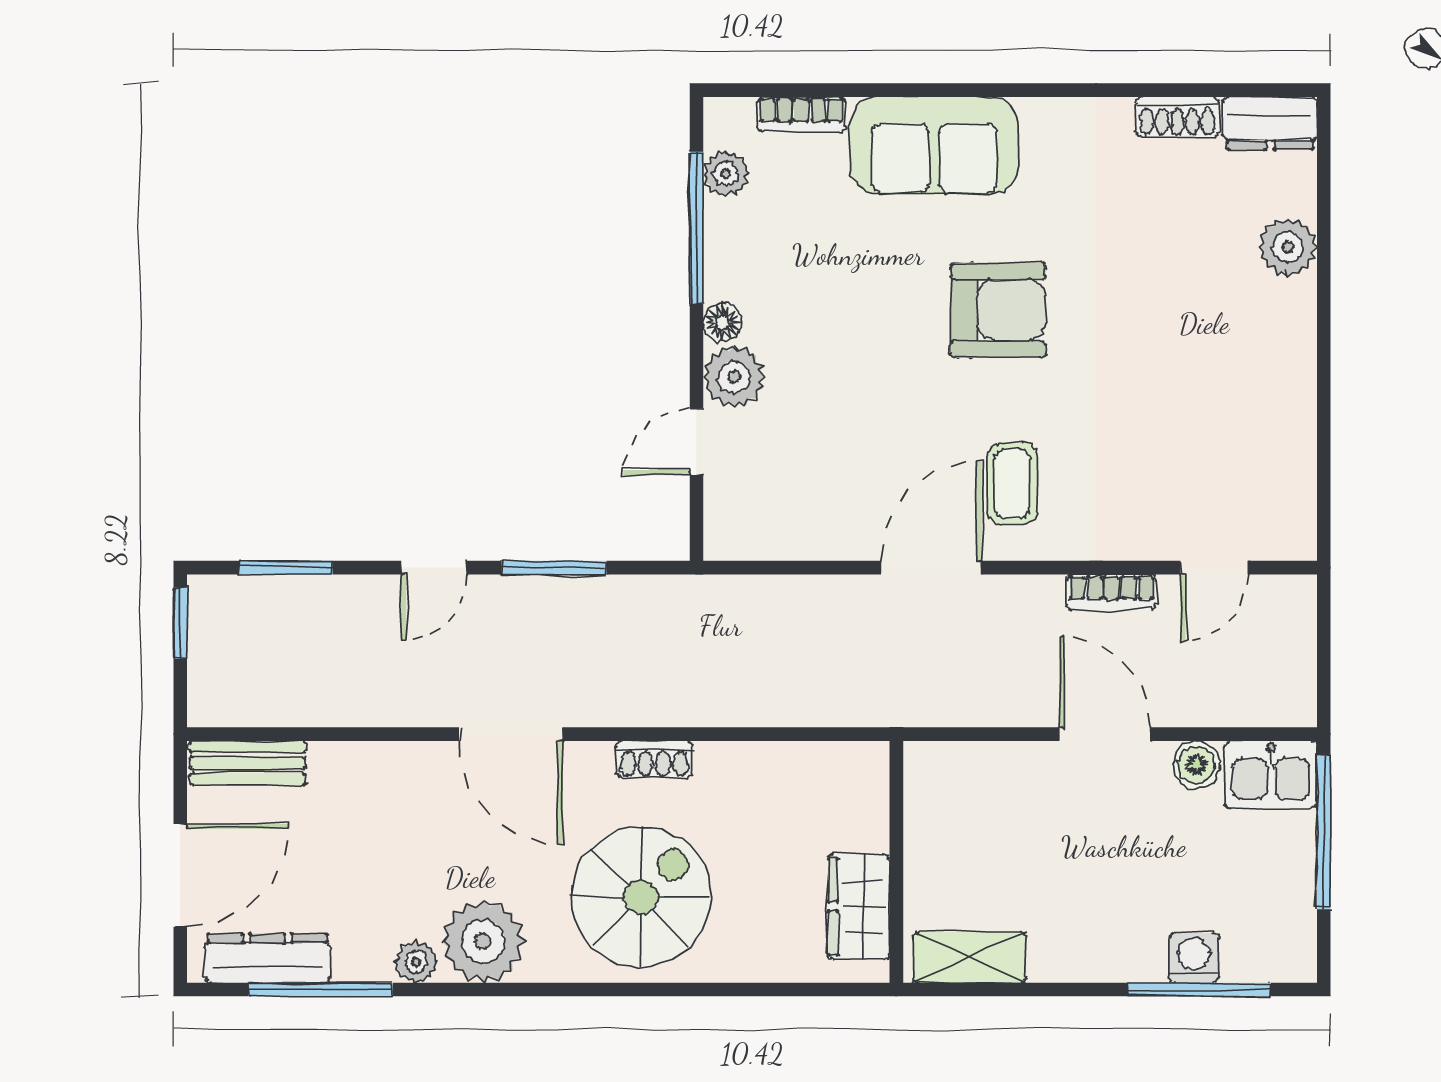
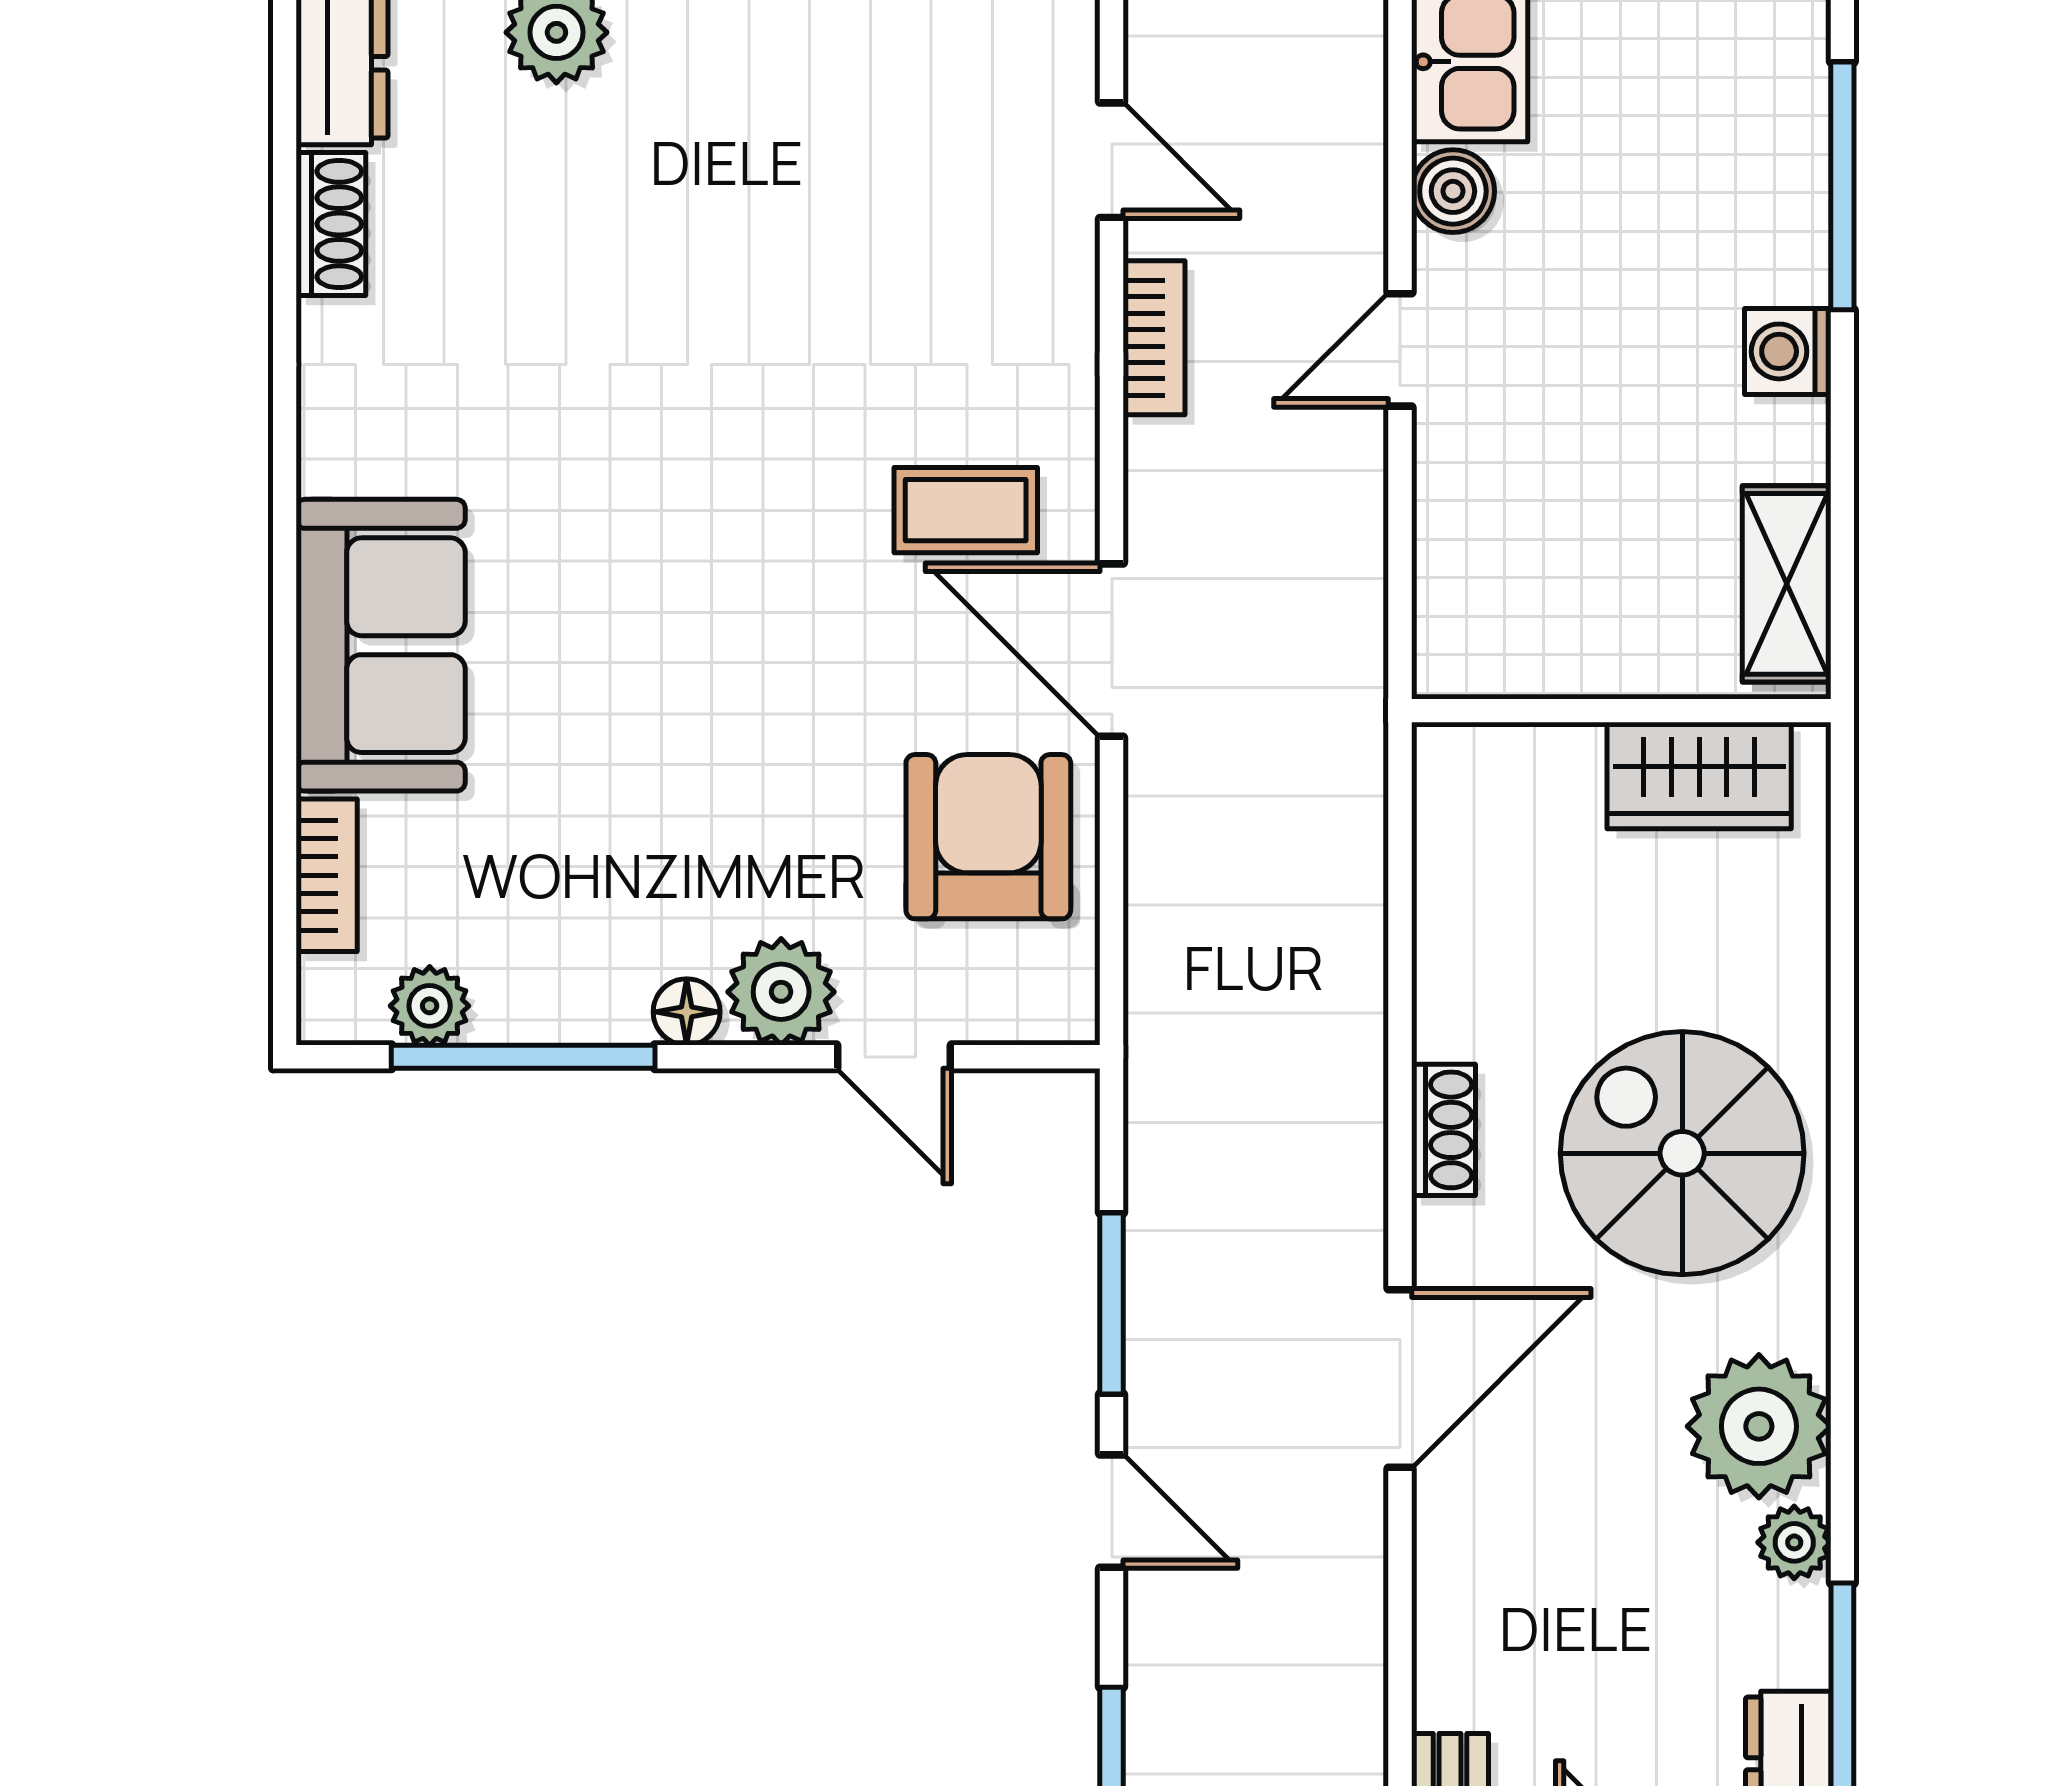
armchair: (998, 310) -> (988, 837), moved
door: (1105, 734) -> (1400, 350), width x0.73
washing machine: (1194, 958) -> (1788, 351), moved

